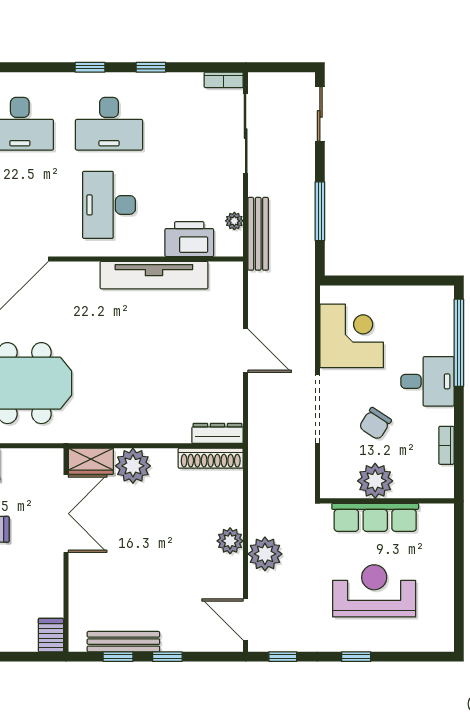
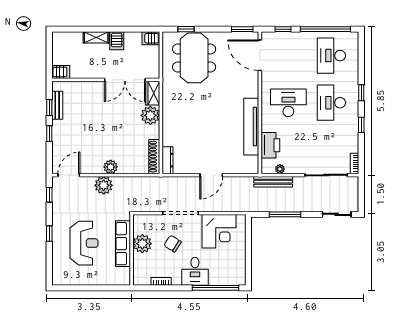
bench: (123, 642) -> (57, 105), width x0.73

